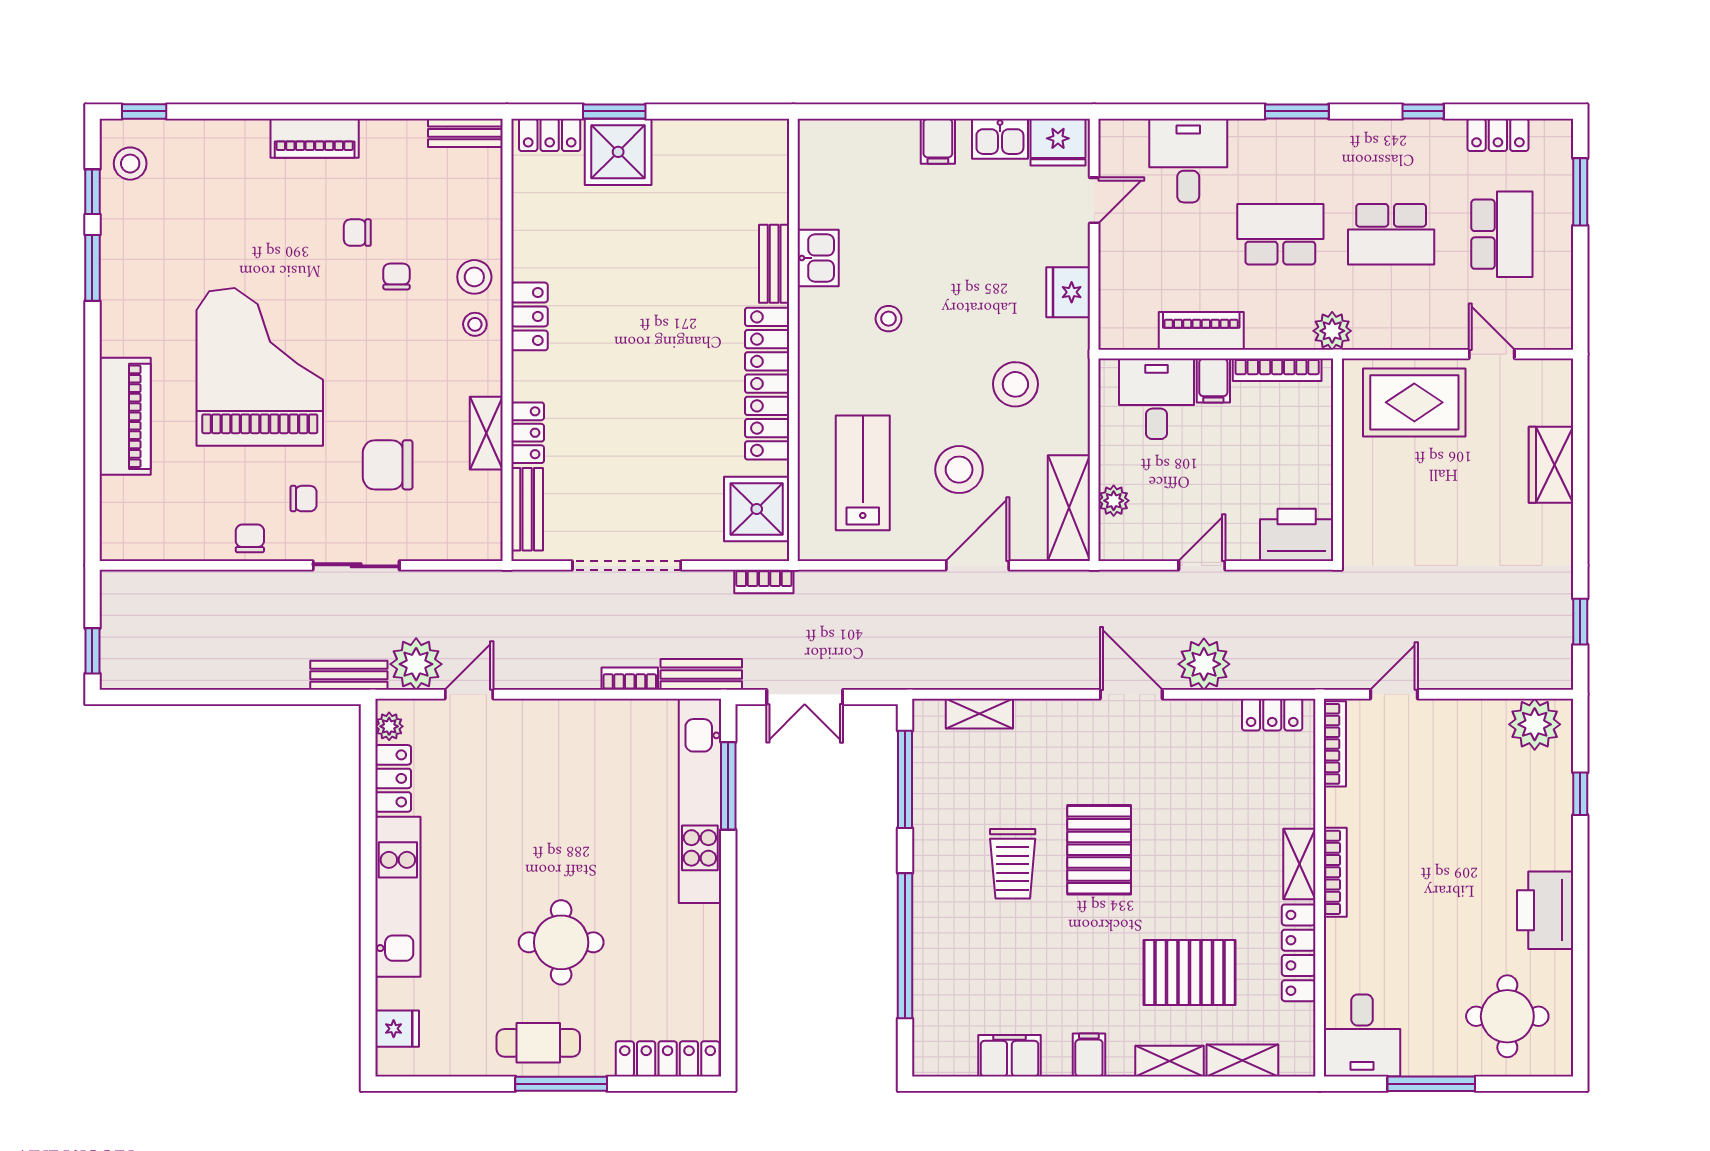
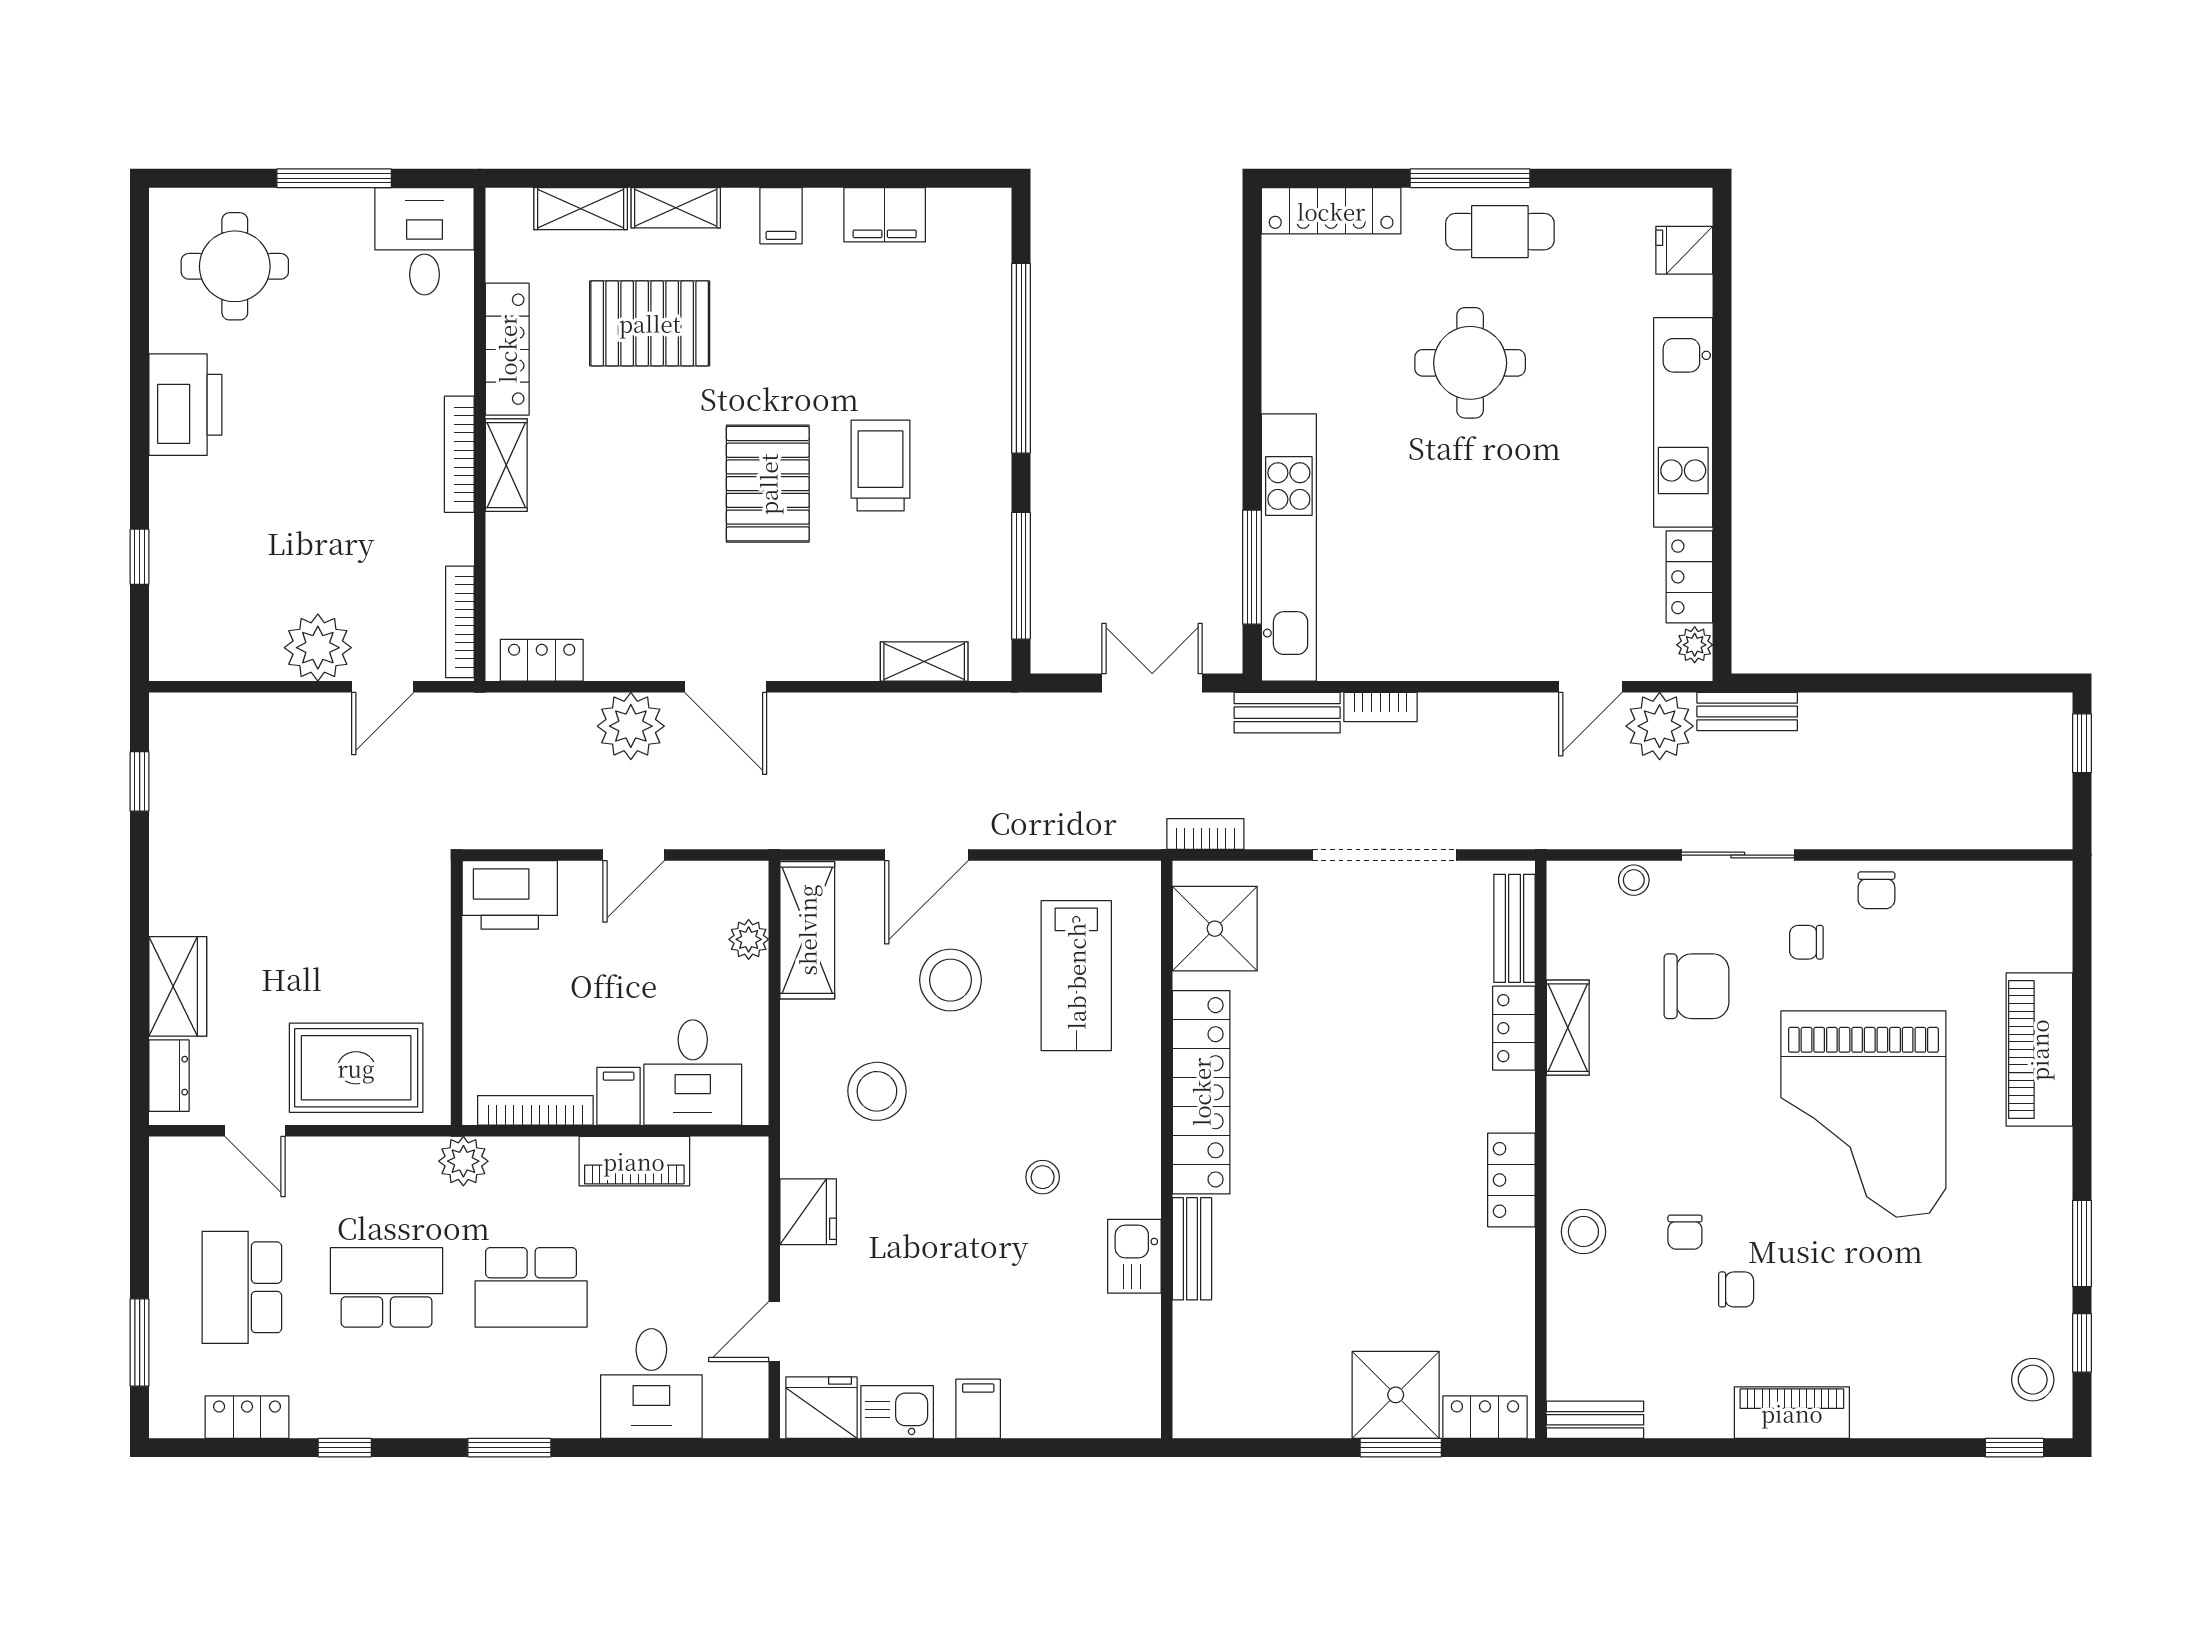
stool: (475, 324) -> (1634, 880), moved
dresser: (1558, 396) -> (169, 1076), added
plant: (1535, 724) -> (318, 648), moved

